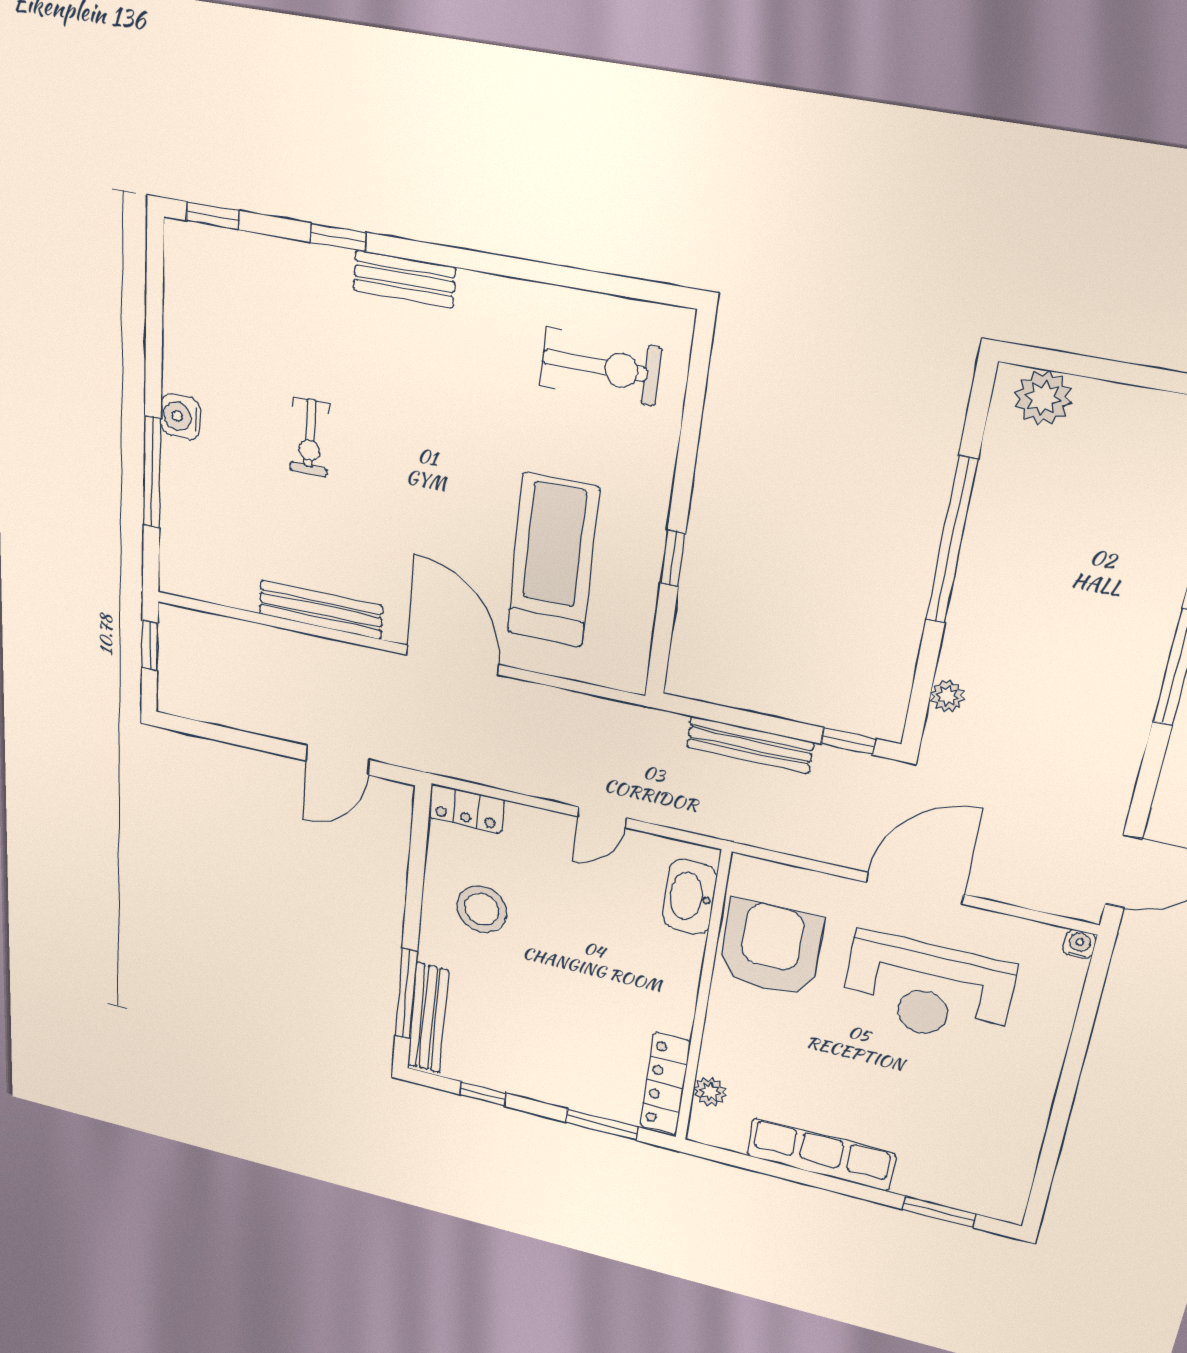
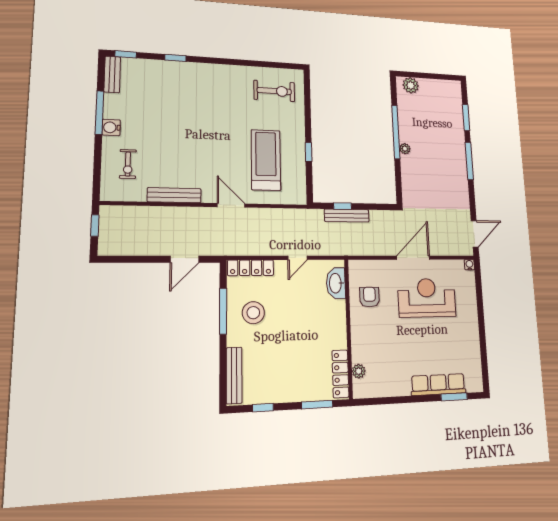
bench: (404, 279) -> (112, 74), moved, turned 90
exercise bike: (310, 437) -> (128, 164), moved
window: (152, 472) -> (99, 113), moved
door: (452, 660) -> (231, 205), width x0.73
plant: (947, 696) -> (405, 149), moved
window: (848, 741) -> (343, 206), moved
locker: (466, 809) -> (251, 268), width x1.53
armchair: (771, 949) -> (369, 297), width x0.53, depth x0.53
reception desk: (928, 989) -> (427, 298), turned 180
window: (406, 994) -> (223, 311), moved
row of seats: (821, 1155) -> (438, 385), moved

